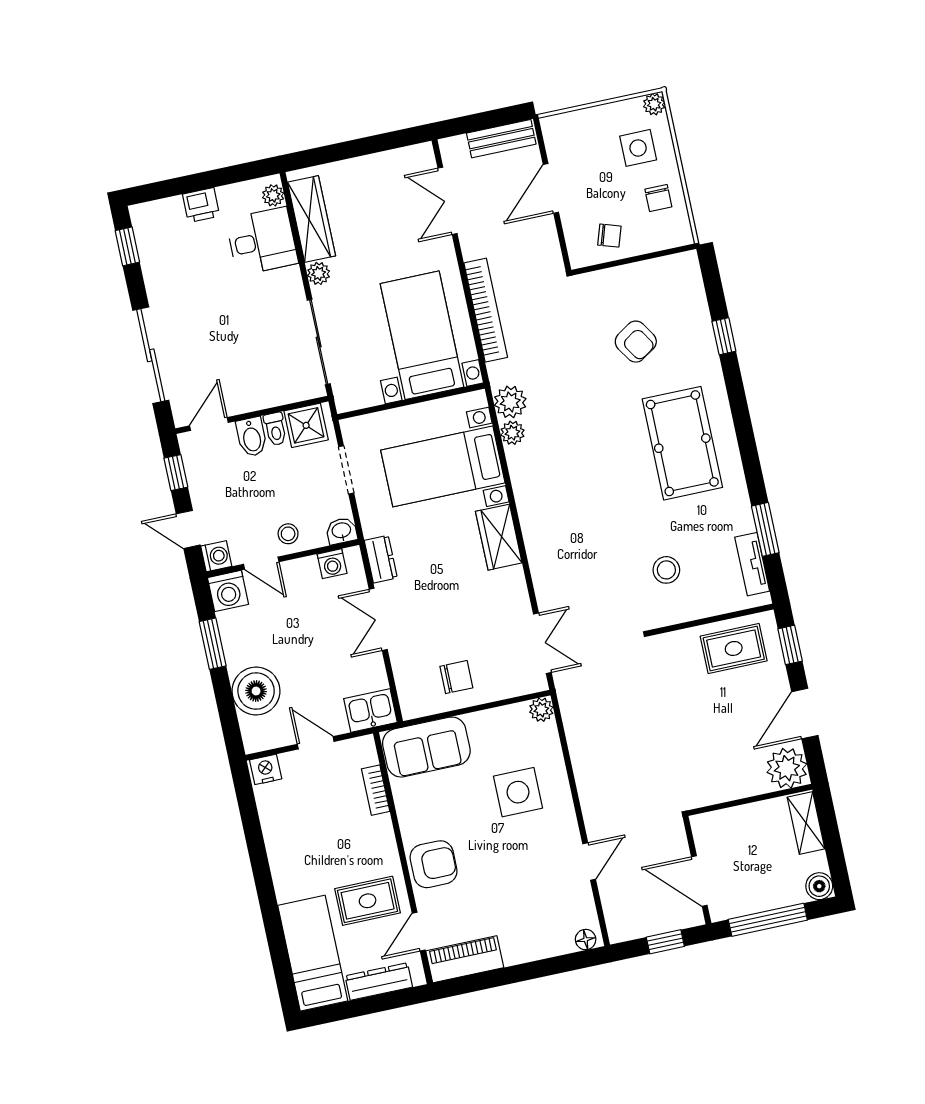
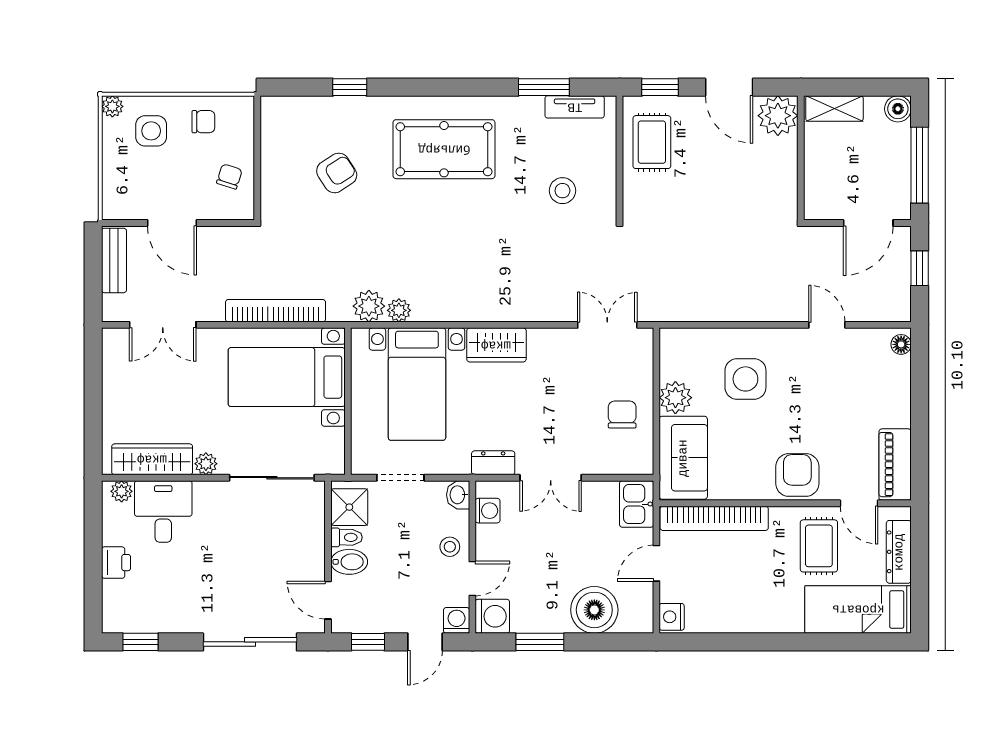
plant: (541, 710) -> (675, 398), moved, width x1.38, depth x1.38
bookcase: (376, 790) -> (714, 518), width x2.31, depth x1.31

